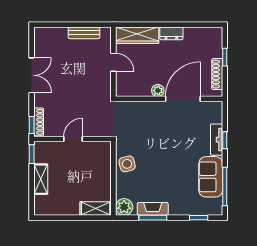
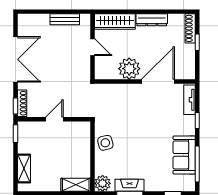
dresser: (171, 33) -> (152, 20), width x1.44
shoe rack: (217, 74) -> (190, 28), moved
double door: (32, 75) -> (16, 59), width x1.37
plant: (158, 91) -> (129, 69), width x1.87, depth x1.87
tv unit: (217, 140) -> (190, 100), moved
shelving: (41, 179) -> (24, 168), moved

